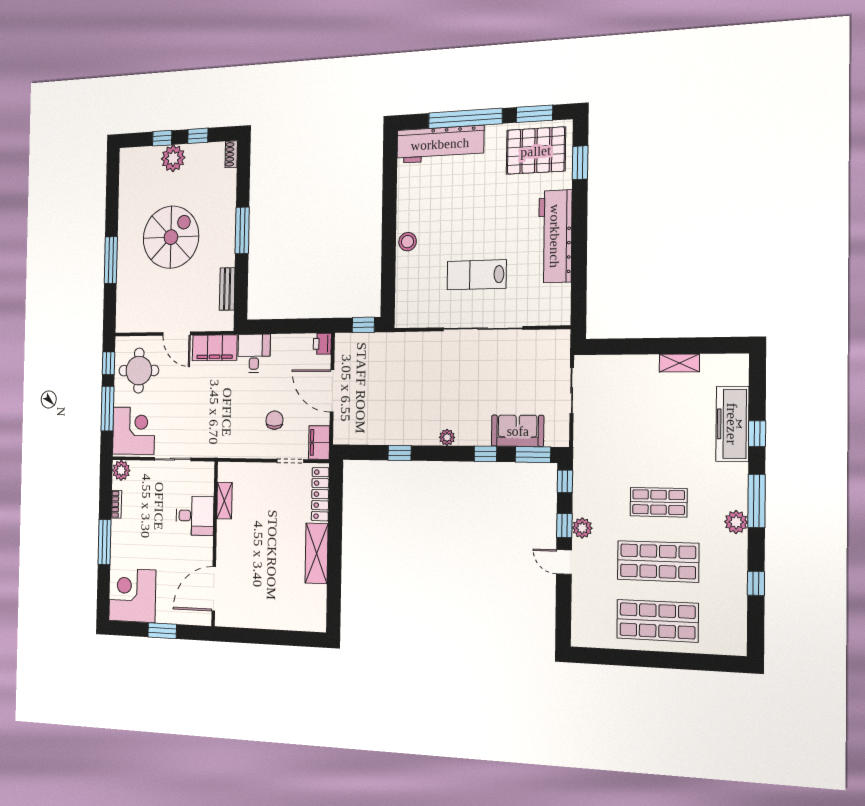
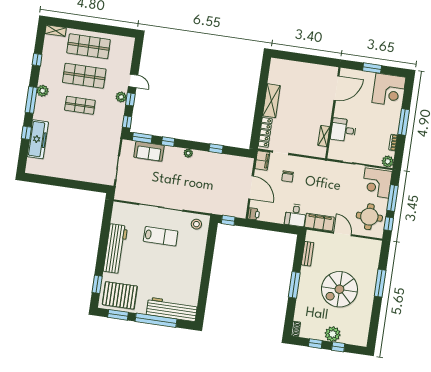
stool: (408, 242) -> (196, 224), moved
shelving: (679, 363) -> (56, 31), moved

